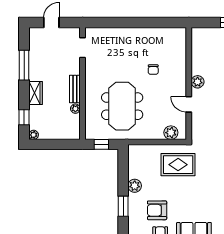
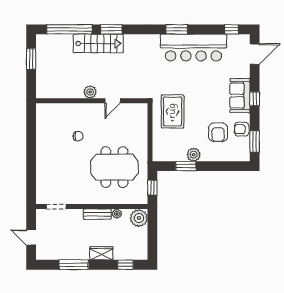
plant: (171, 133) -> (141, 119), removed
plant: (34, 135) -> (139, 218), moved, width x1.87, depth x1.87
window: (123, 206) -> (186, 166), moved

